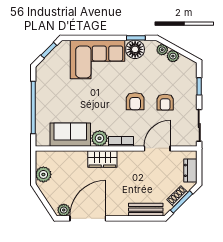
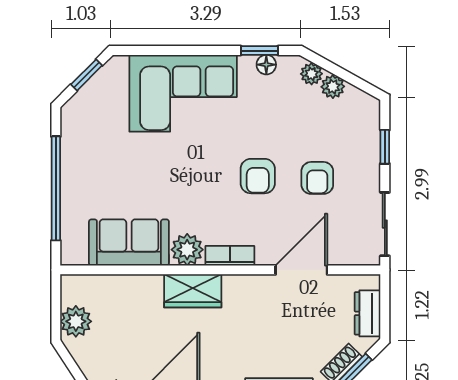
floor lamp: (135, 49) -> (266, 65), width x0.53, depth x0.53

